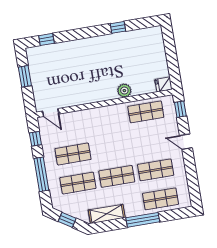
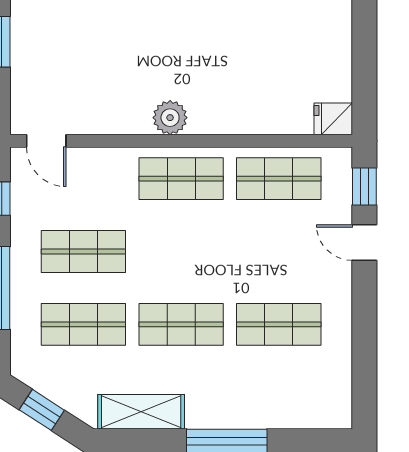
plant: (124, 91) -> (170, 118), moved
door: (186, 142) -> (364, 243), moved
shop shelf: (161, 199) -> (181, 179), moved

